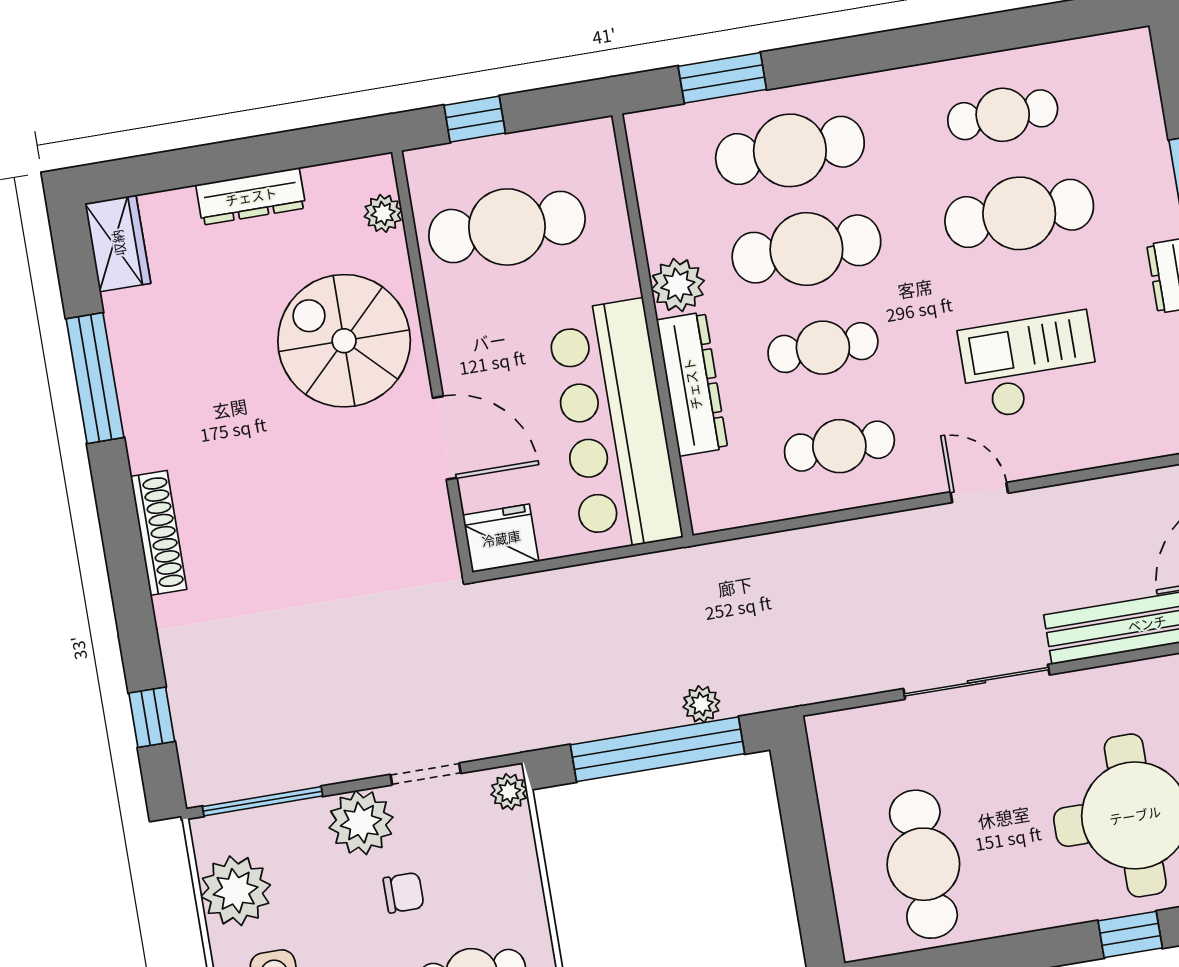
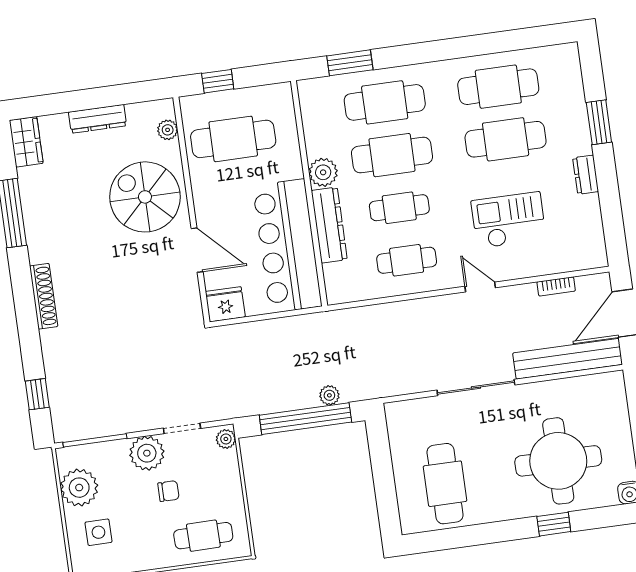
cafe table: (1003, 115) -> (498, 87), width x1.37, depth x1.35
bookcase: (1122, 487) -> (556, 286), added

